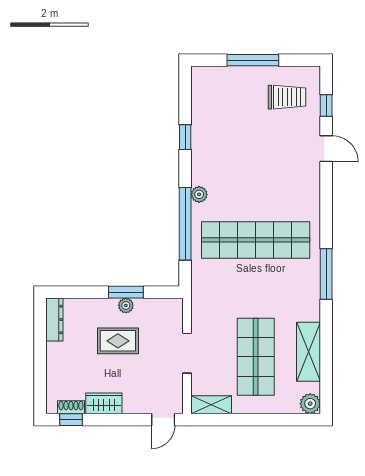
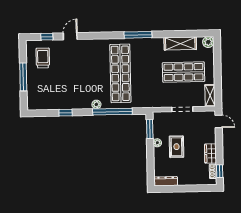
window: (126, 292) -> (150, 129), moved

